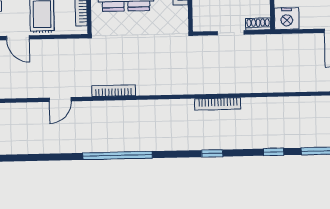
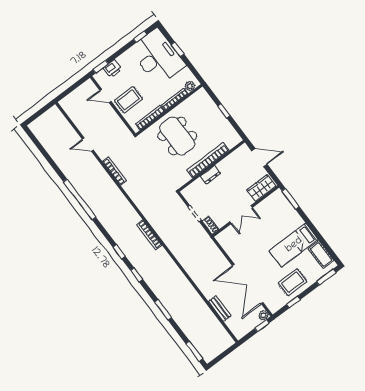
nightstand: (287, 19) -> (225, 239), removed
door: (18, 38) -> (105, 96), hinge flipped
window: (274, 152) -> (137, 275), moved

